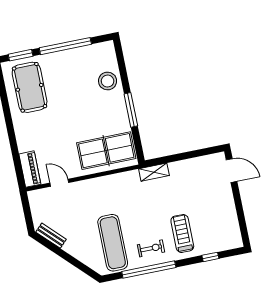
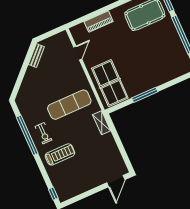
stool: (108, 81) -> (163, 72), removed
piano: (30, 169) -> (99, 22), moved
exercise mat: (113, 243) -> (69, 105), moved
window: (210, 257) -> (53, 194), moved

